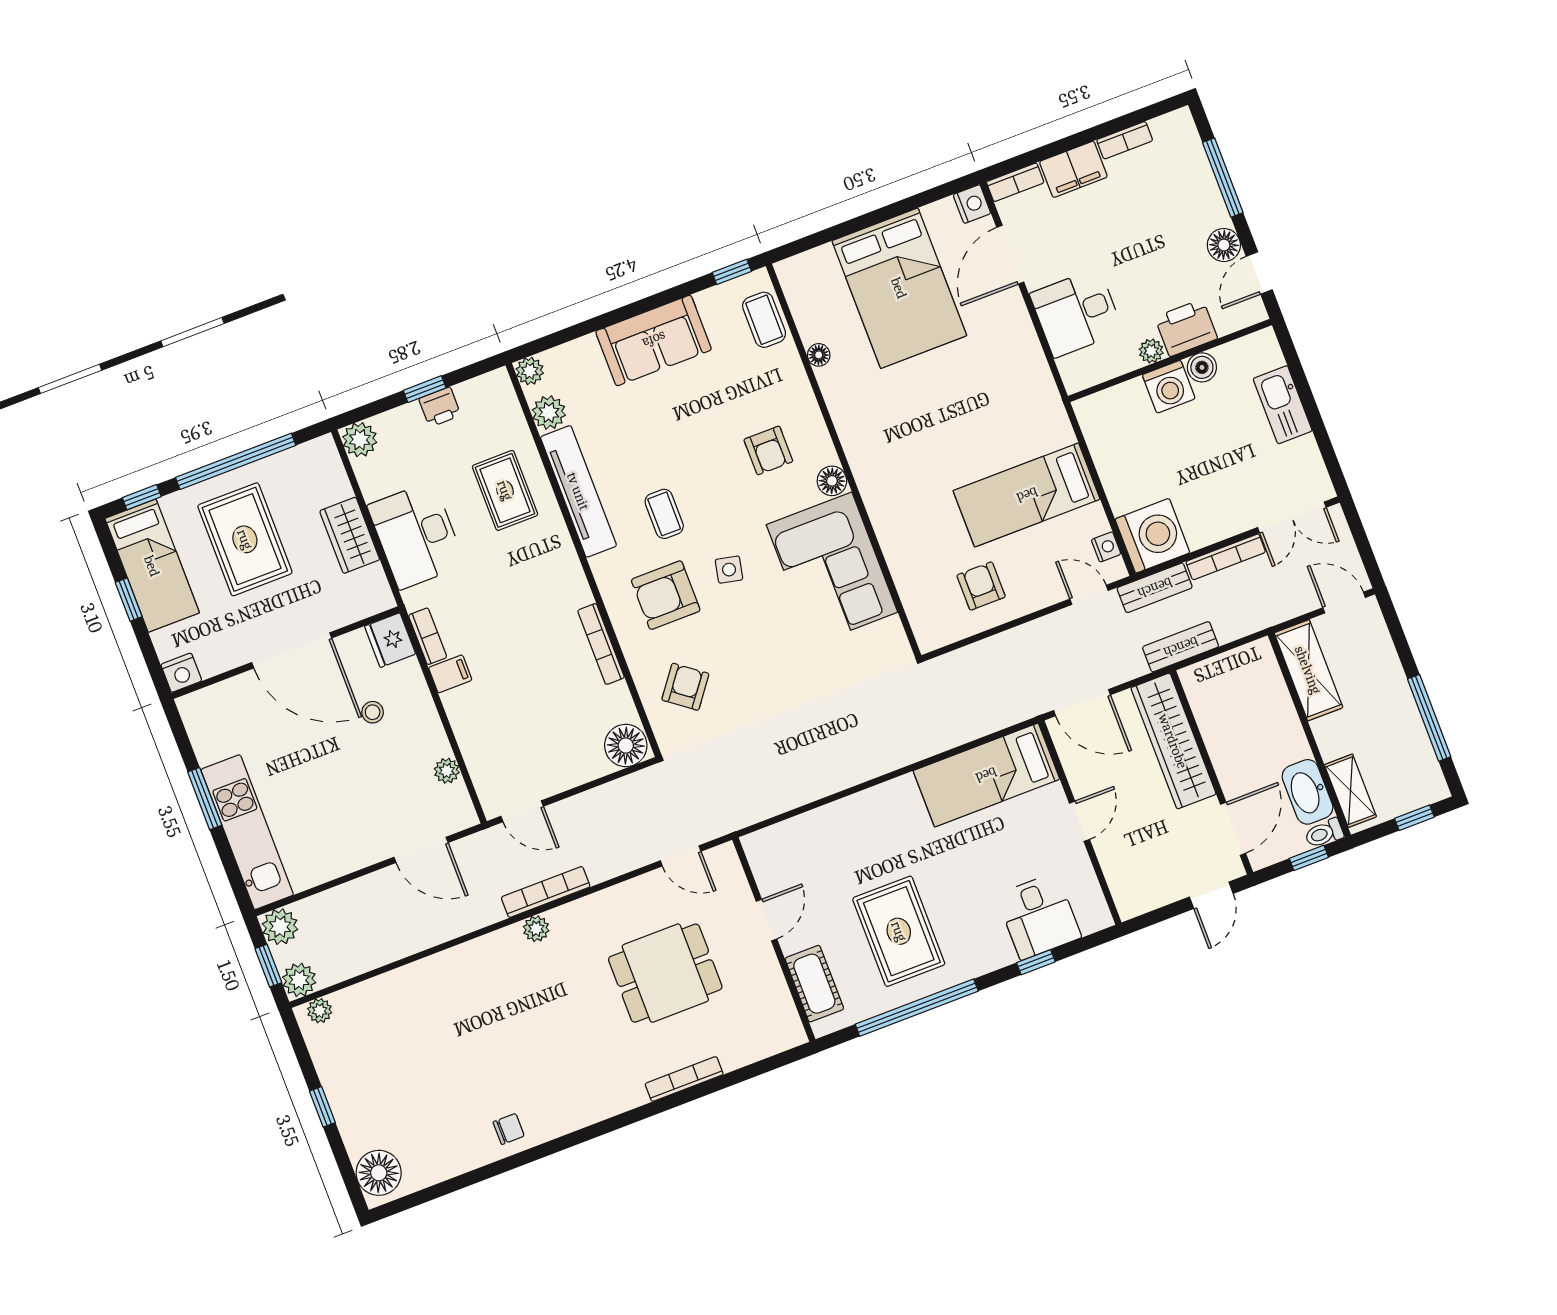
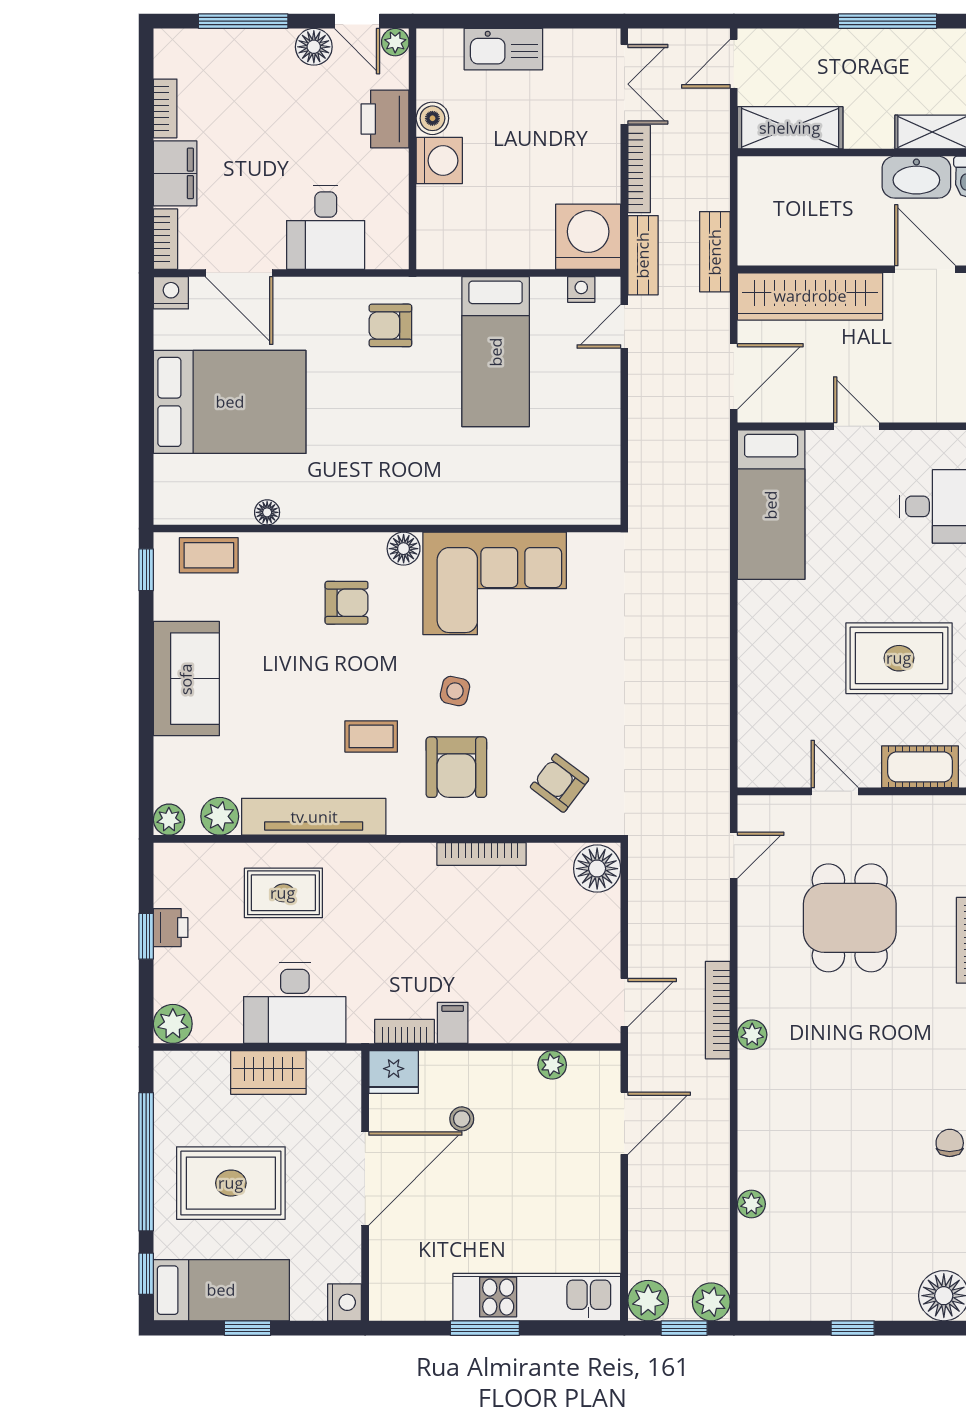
plant: (1151, 351) -> (395, 42), moved
armchair: (981, 586) -> (390, 325), moved
plant: (320, 1011) -> (751, 1204), moved

